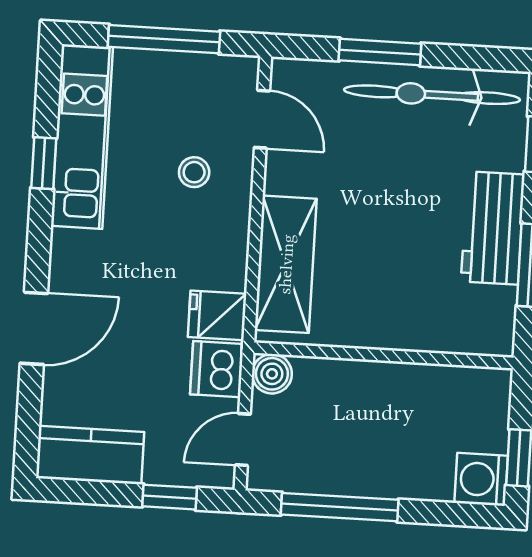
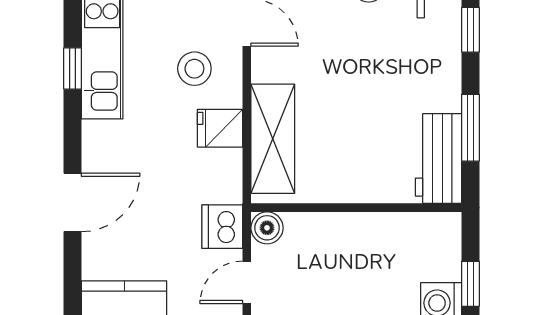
stool: (194, 172) -> (194, 69), width x1.37, depth x1.37
workbench: (493, 228) -> (438, 158), moved
fridge: (217, 315) -> (220, 128), moved

